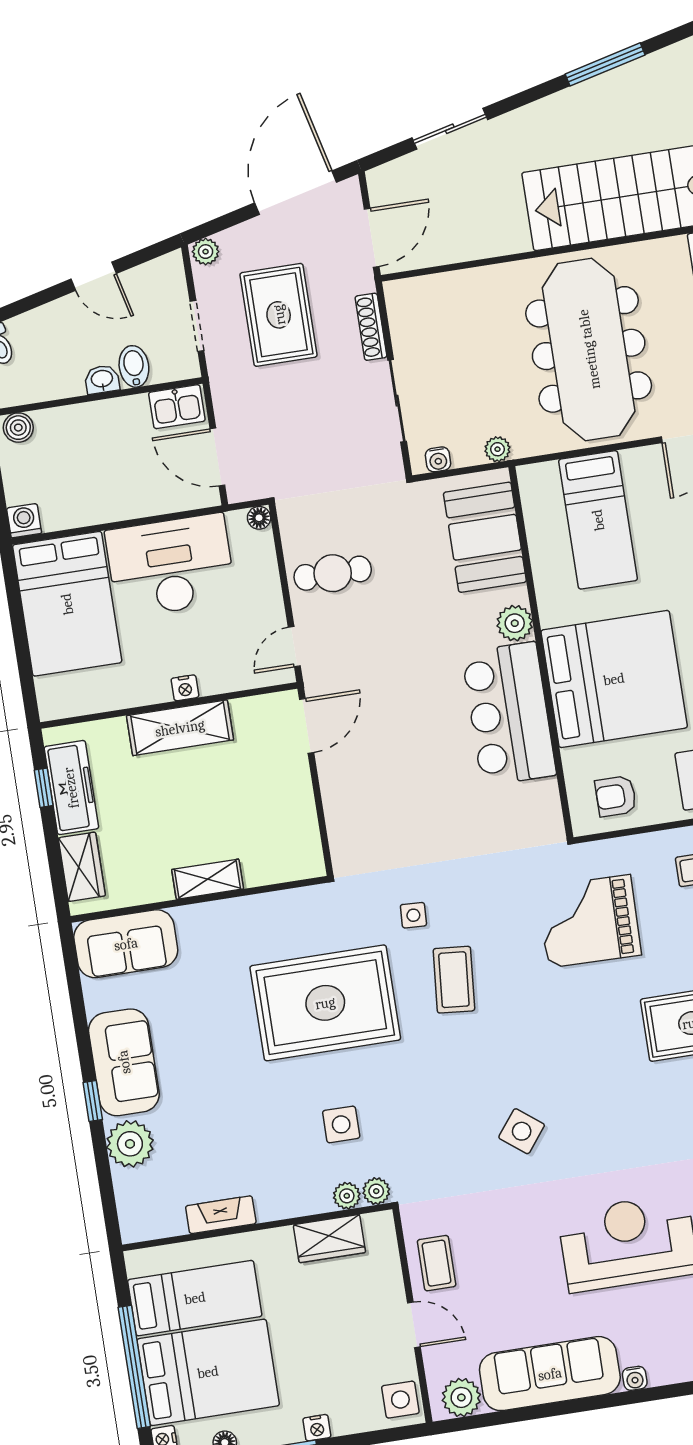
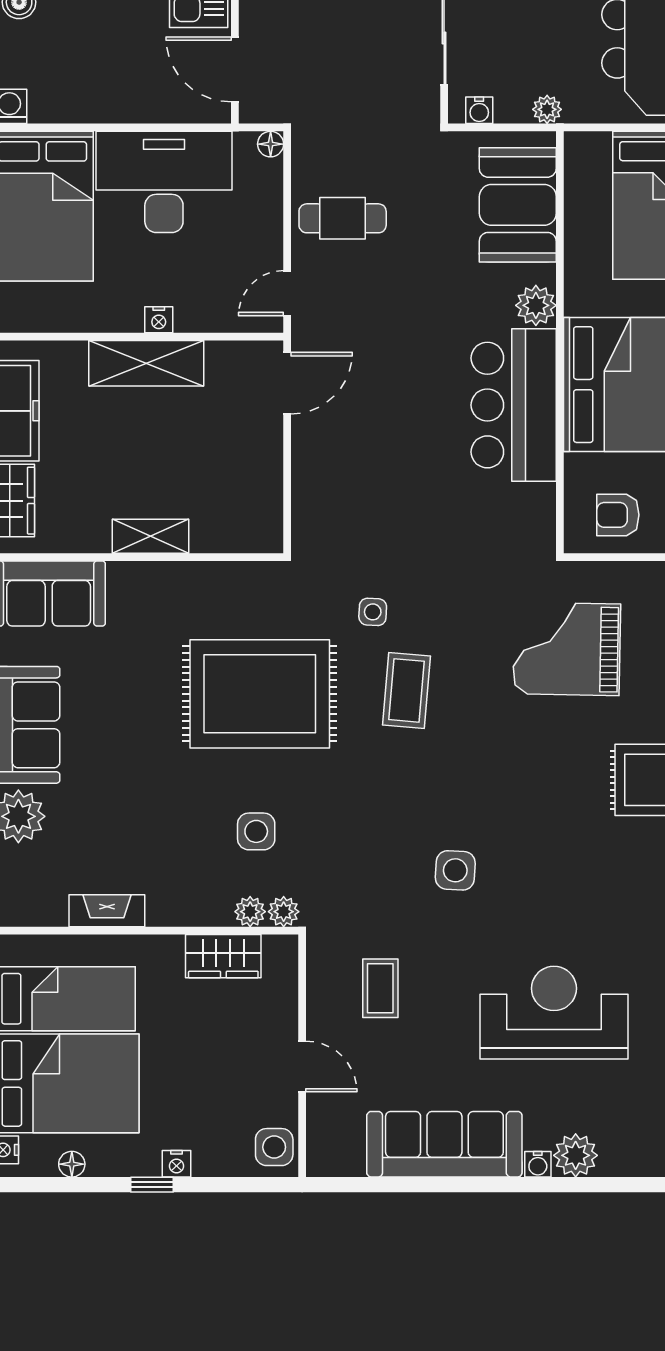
side table: (522, 1131) -> (455, 870), turned -35
coffee table: (437, 1263) -> (380, 988), moved
plant: (461, 1397) -> (576, 1155), moved

